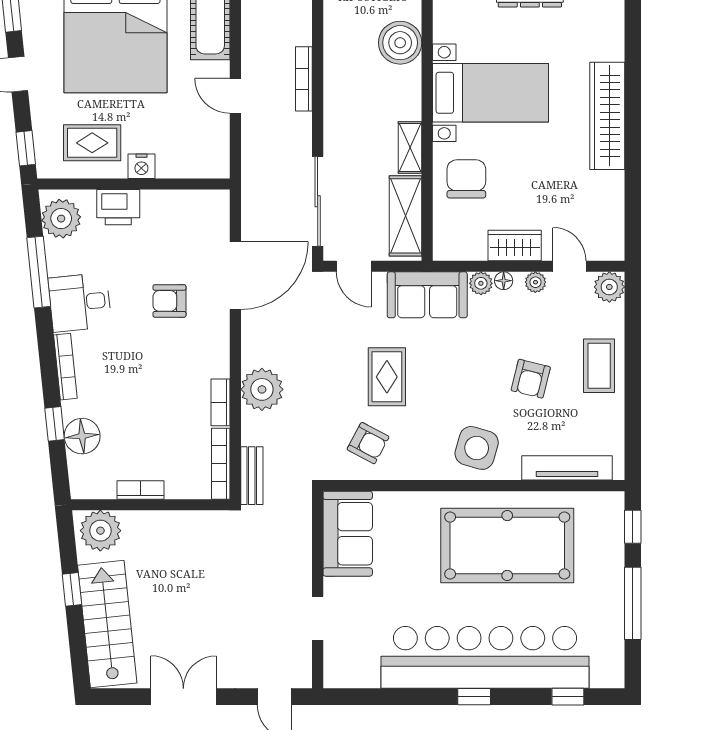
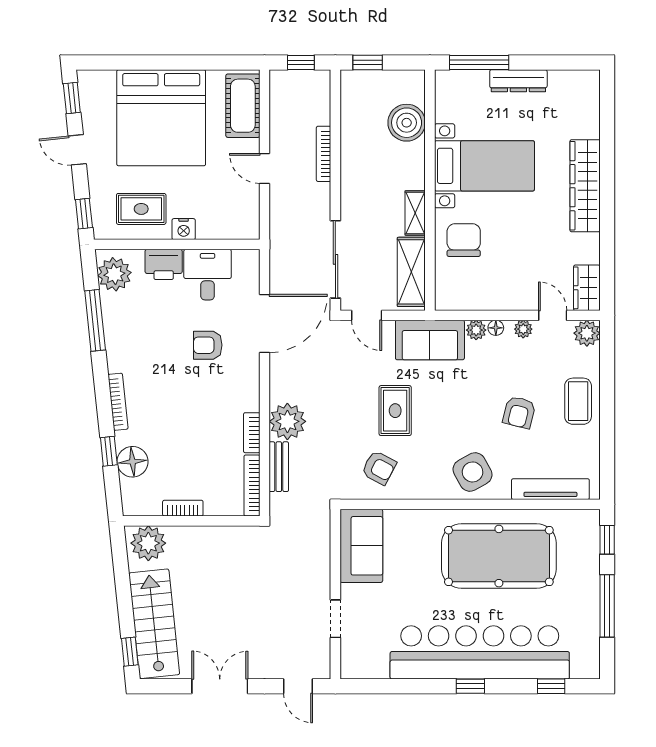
wardrobe: (515, 245) -> (587, 288), moved, turned -90
desk: (80, 302) -> (208, 275), moved, turned 96
side table: (477, 448) -> (473, 472), turned 45
bench: (252, 476) -> (279, 467), moved
window: (72, 589) -> (130, 652), moved

